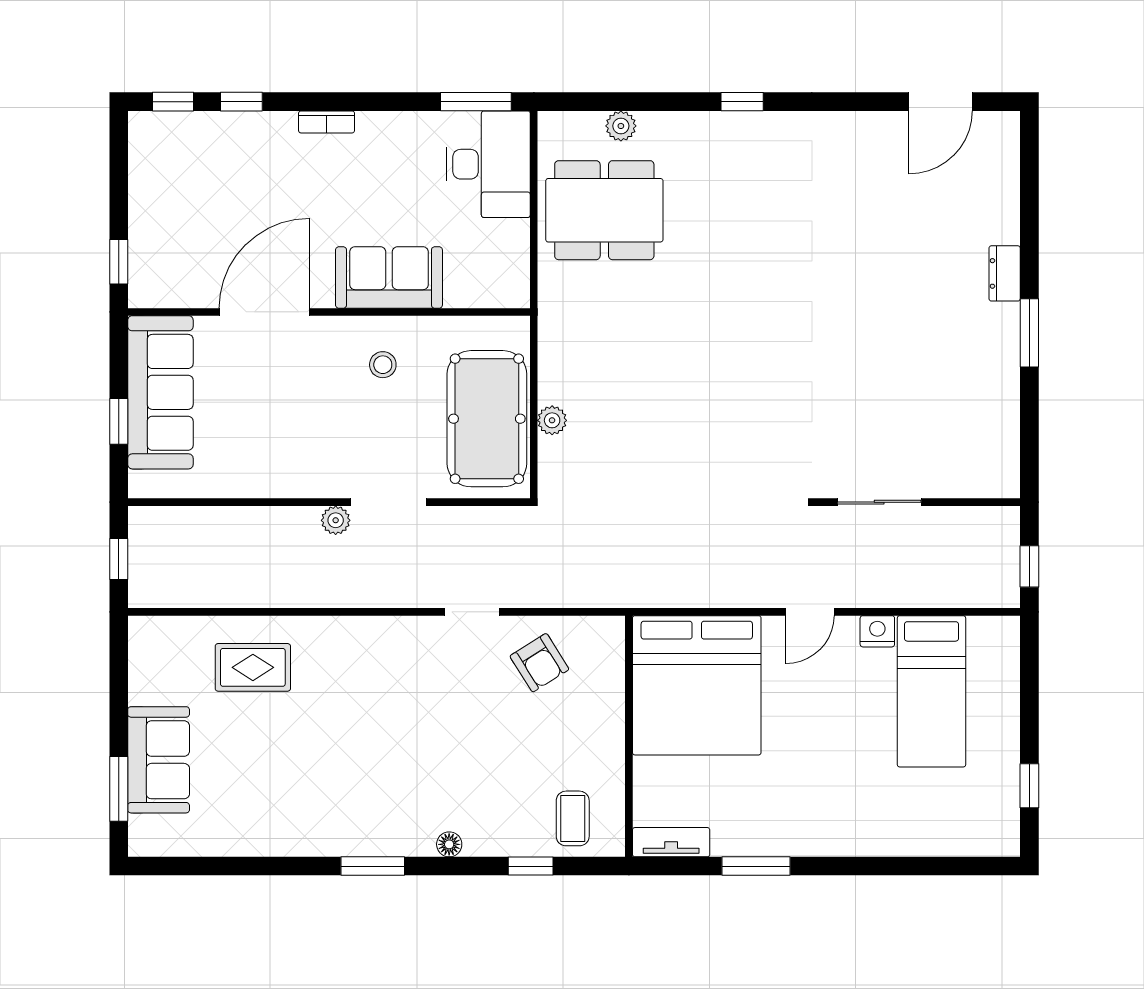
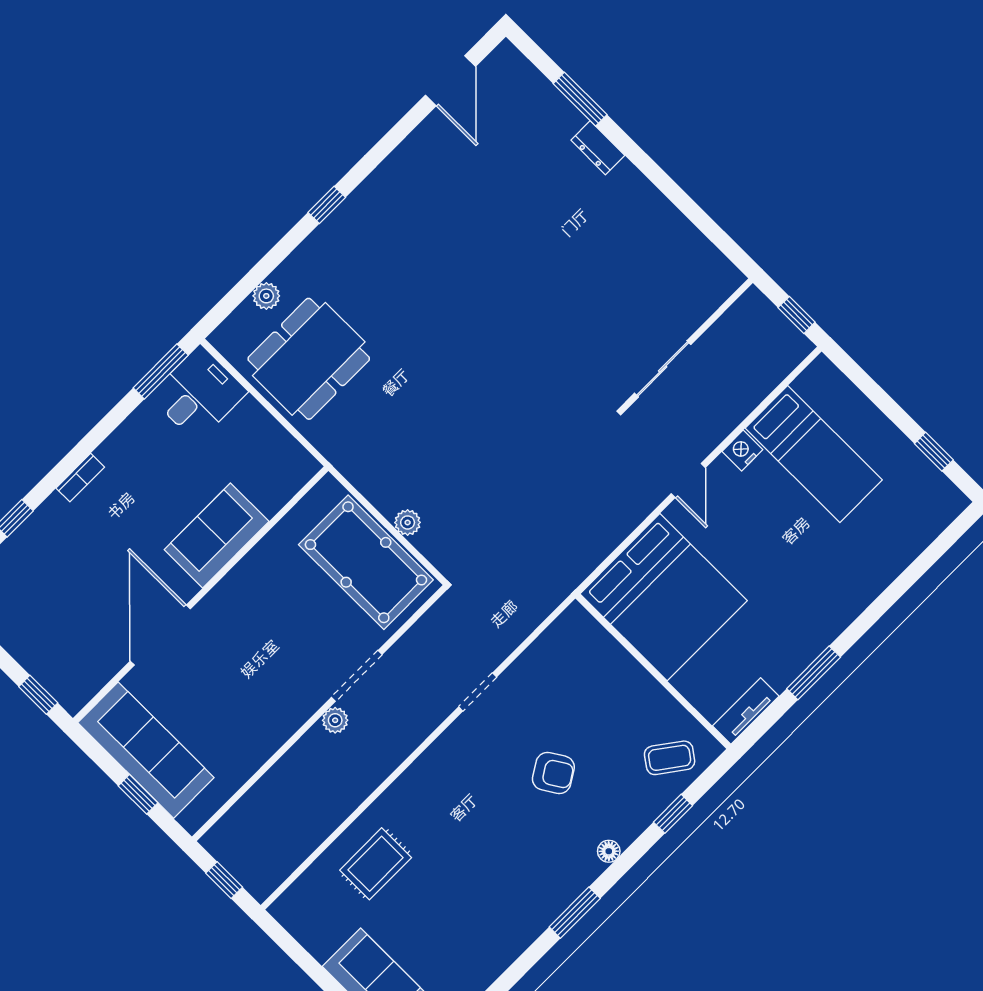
desk: (488, 164) -> (198, 394), width x0.73
window: (1029, 333) -> (580, 99), moved
stool: (383, 365) -> (267, 594), removed
armchair: (539, 663) -> (553, 773), moved
coffee table: (573, 818) -> (670, 758), turned -54

